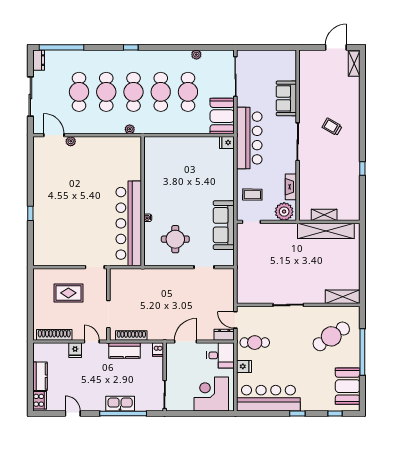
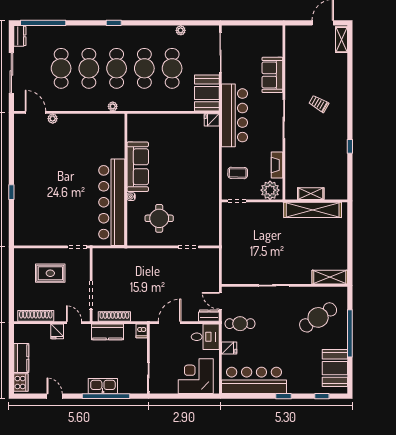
sofa: (224, 225) -> (138, 167), moved, turned 180

